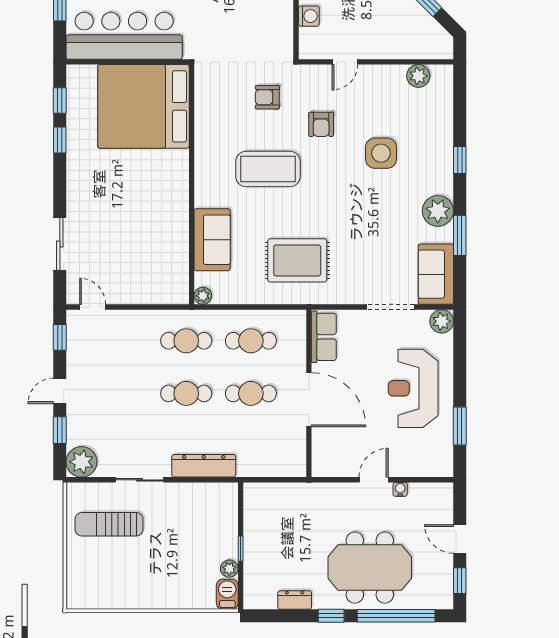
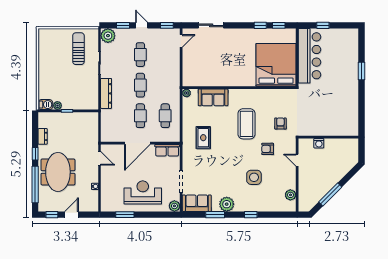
rug: (297, 260) -> (203, 138), width x0.73, depth x0.70
cafe table: (186, 341) -> (140, 55), moved
door: (374, 480) -> (100, 158), moved

